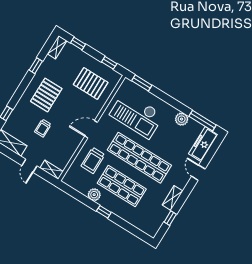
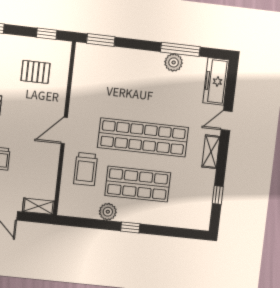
pallet: (91, 83) -> (35, 72), width x0.67, depth x0.71
checkout: (137, 115) -> (114, 84), removed
window: (202, 121) -> (180, 49), moved
door: (198, 173) -> (227, 121), hinge flipped
shelving: (173, 198) -> (211, 152), moved

